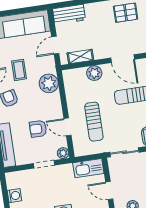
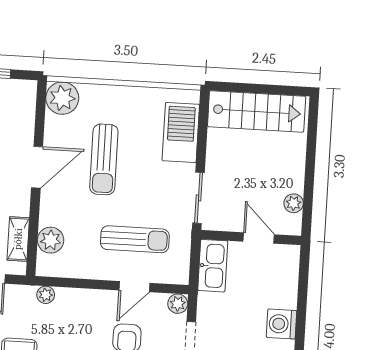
plant: (94, 73) -> (51, 240), moved
plant: (49, 83) -> (46, 295), width x0.53, depth x0.53
door: (109, 191) -> (259, 238), swing flipped

